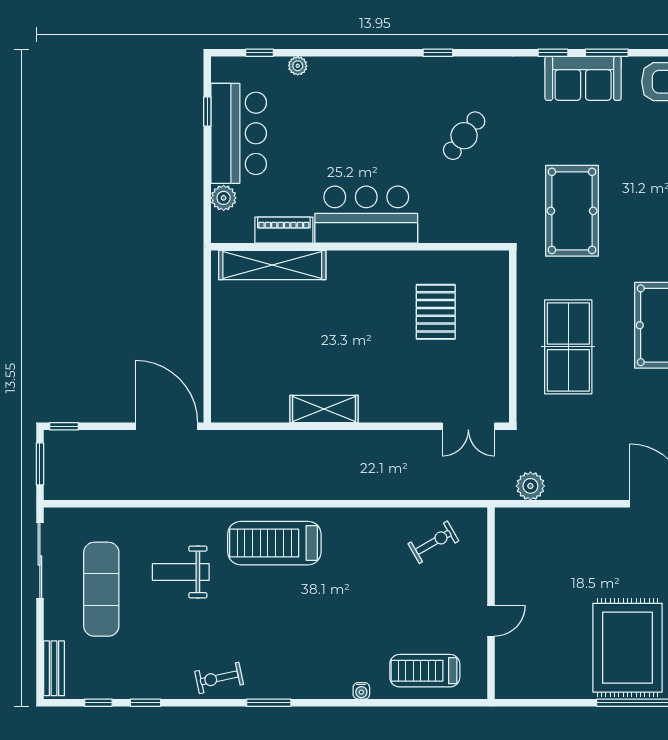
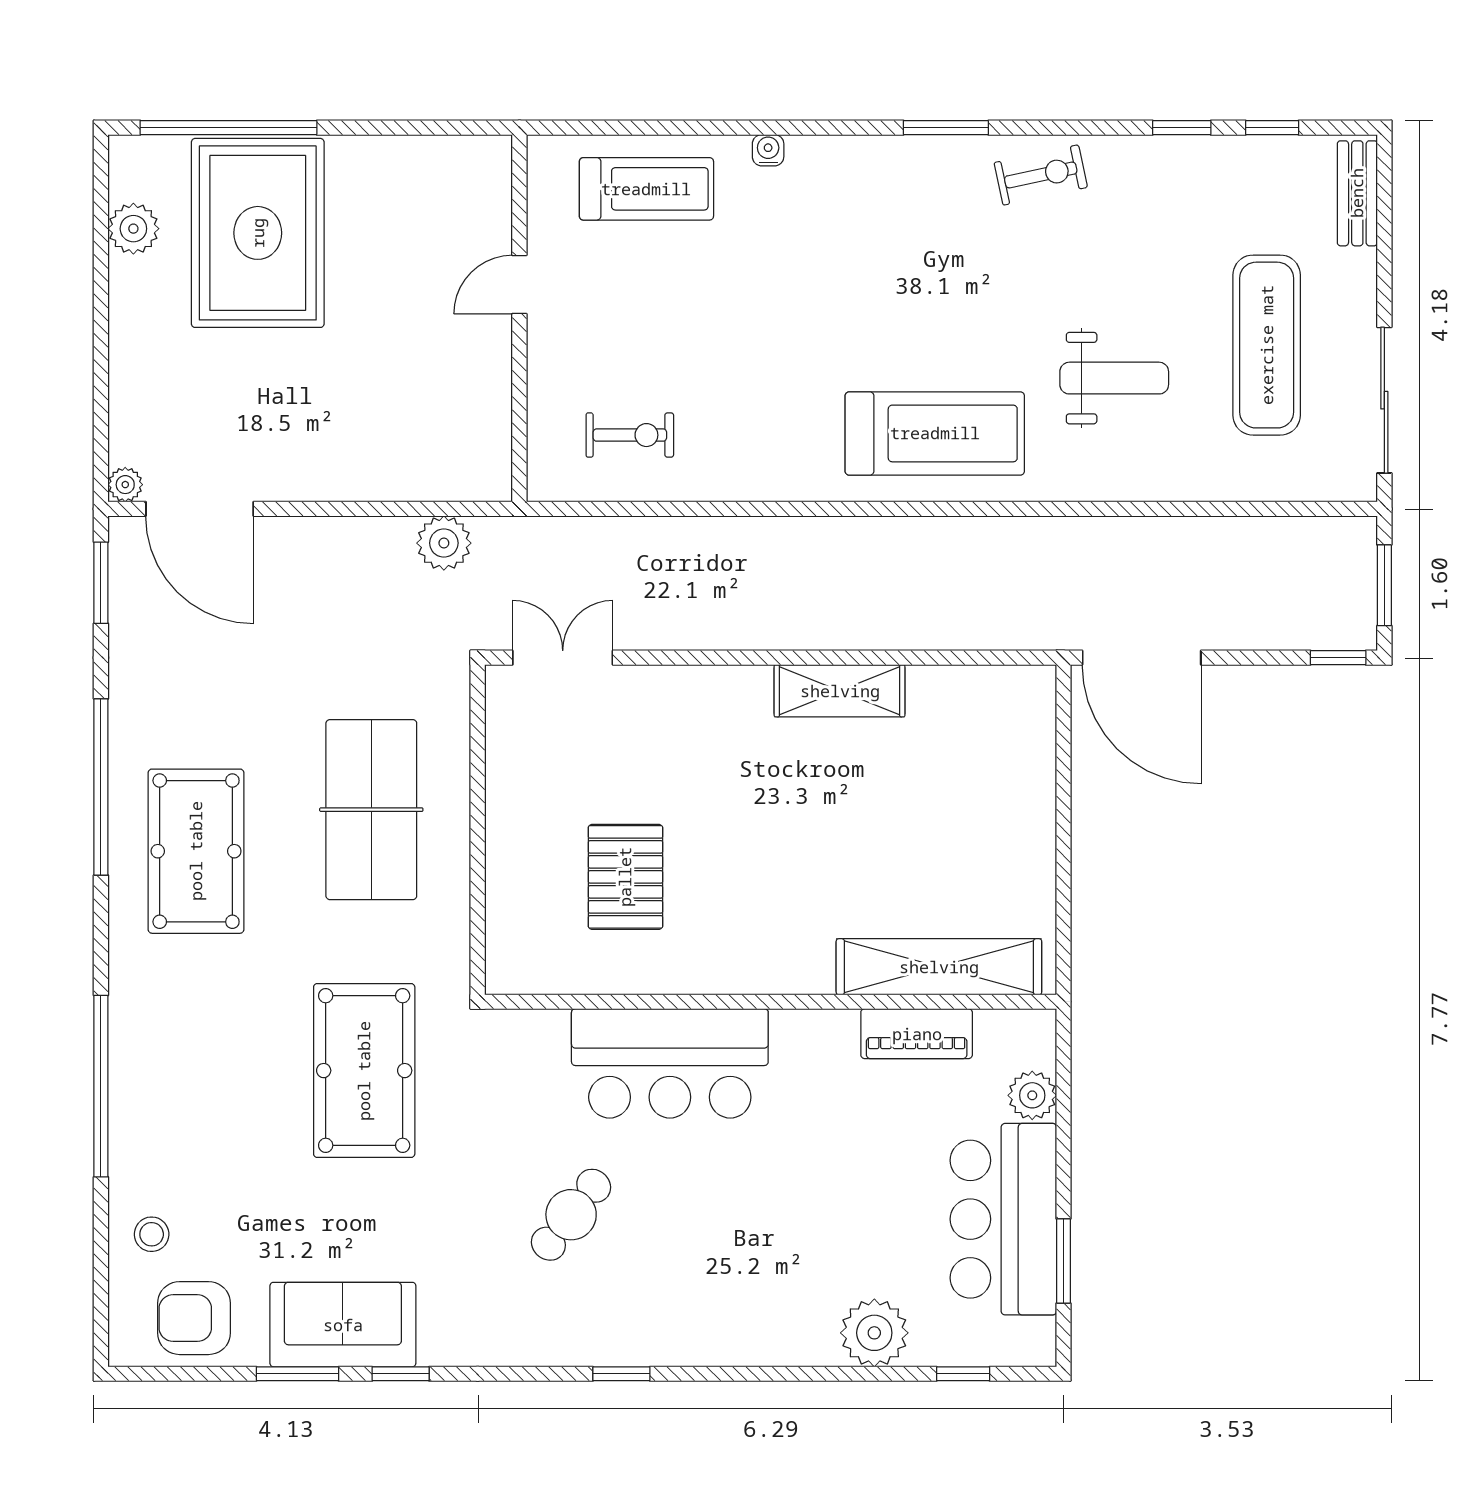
plant: (298, 66) -> (874, 1333), width x1.88, depth x1.88
window: (207, 112) -> (1064, 1261), width x1.50
bar counter: (366, 215) -> (670, 1063), moved
exercise bike: (433, 542) -> (630, 435), turned -150

